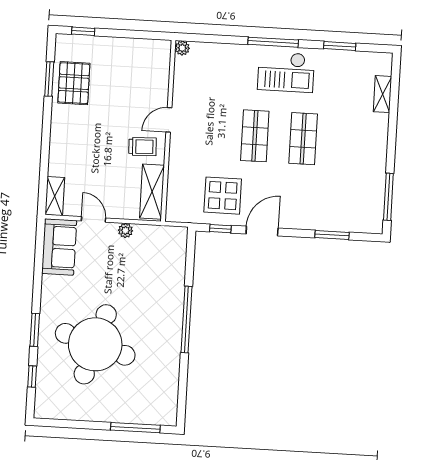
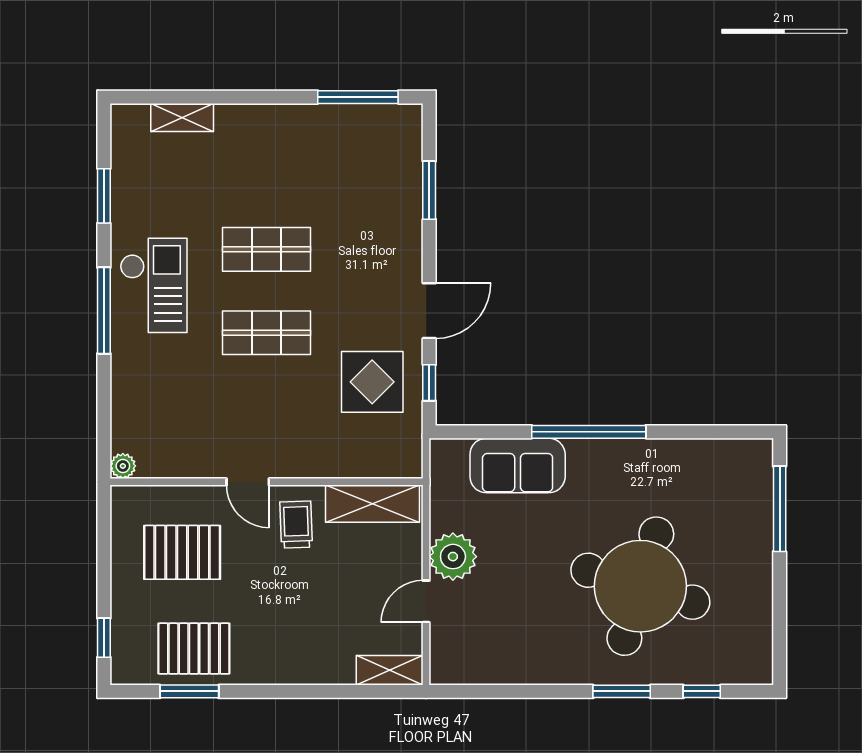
pallet: (130, 79) -> (182, 552), added
plant: (125, 230) -> (453, 557), width x1.87, depth x1.87
door: (262, 231) -> (429, 311), swing flipped
sofa: (59, 247) -> (518, 465), moved, turned 180

